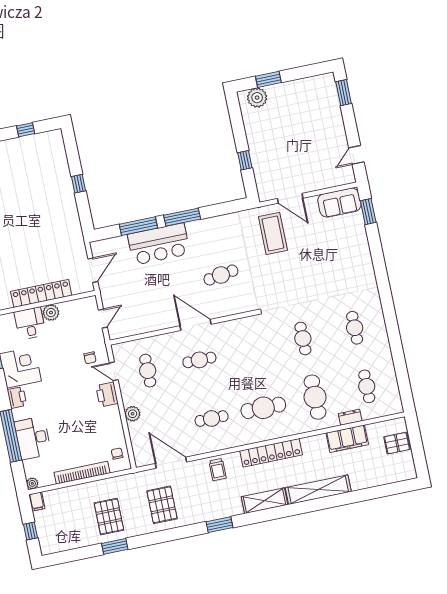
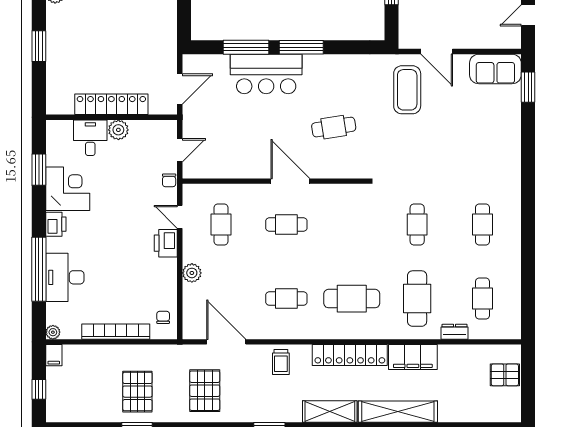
chair: (90, 358) -> (169, 180), moved
filing cabinet: (347, 439) -> (413, 357), moved

